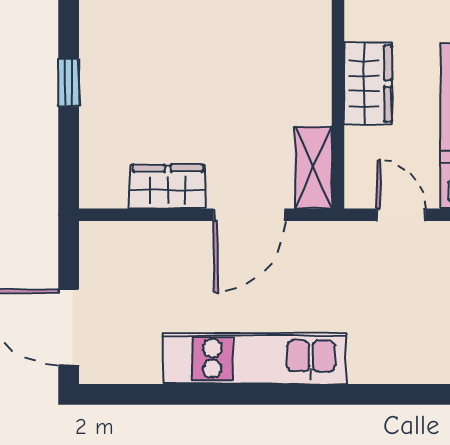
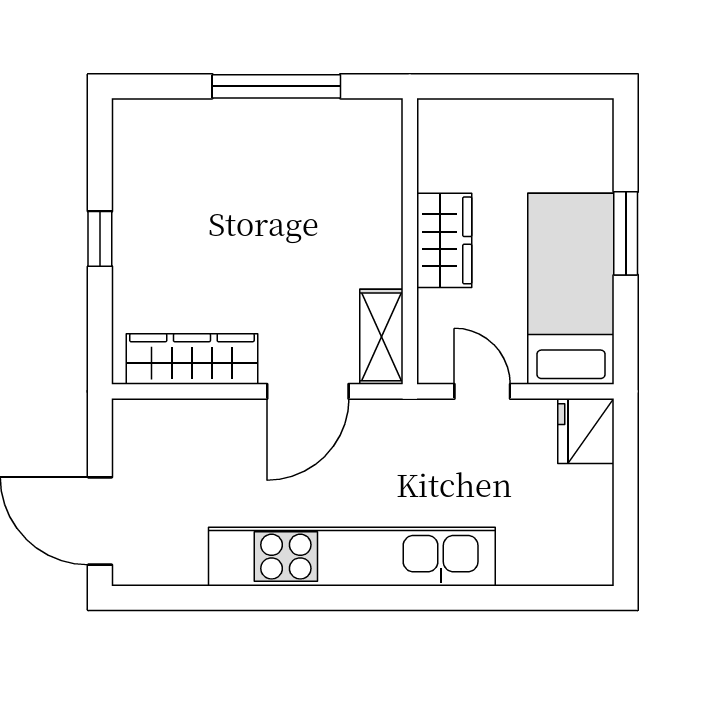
wardrobe: (168, 187) -> (192, 359), width x1.50
kitchen unit: (254, 358) -> (352, 557), width x1.36

